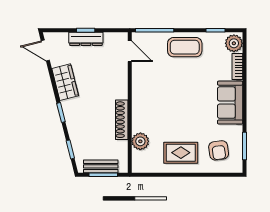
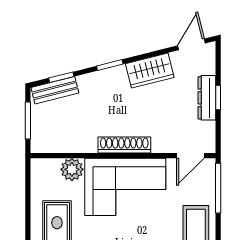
corner sofa: (154, 101) -> (125, 187), added
shoe rack: (122, 120) -> (124, 145), moved
bench: (101, 166) -> (55, 90), moved, turned 76

